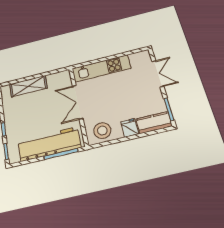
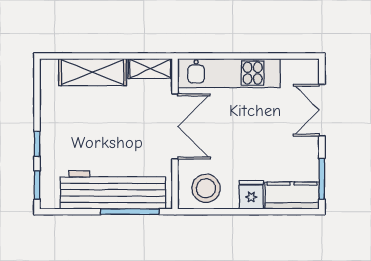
double door: (158, 74) -> (322, 110), swing flipped
shelving: (59, 77) -> (150, 69), added
double door: (78, 102) -> (175, 126), swing flipped

